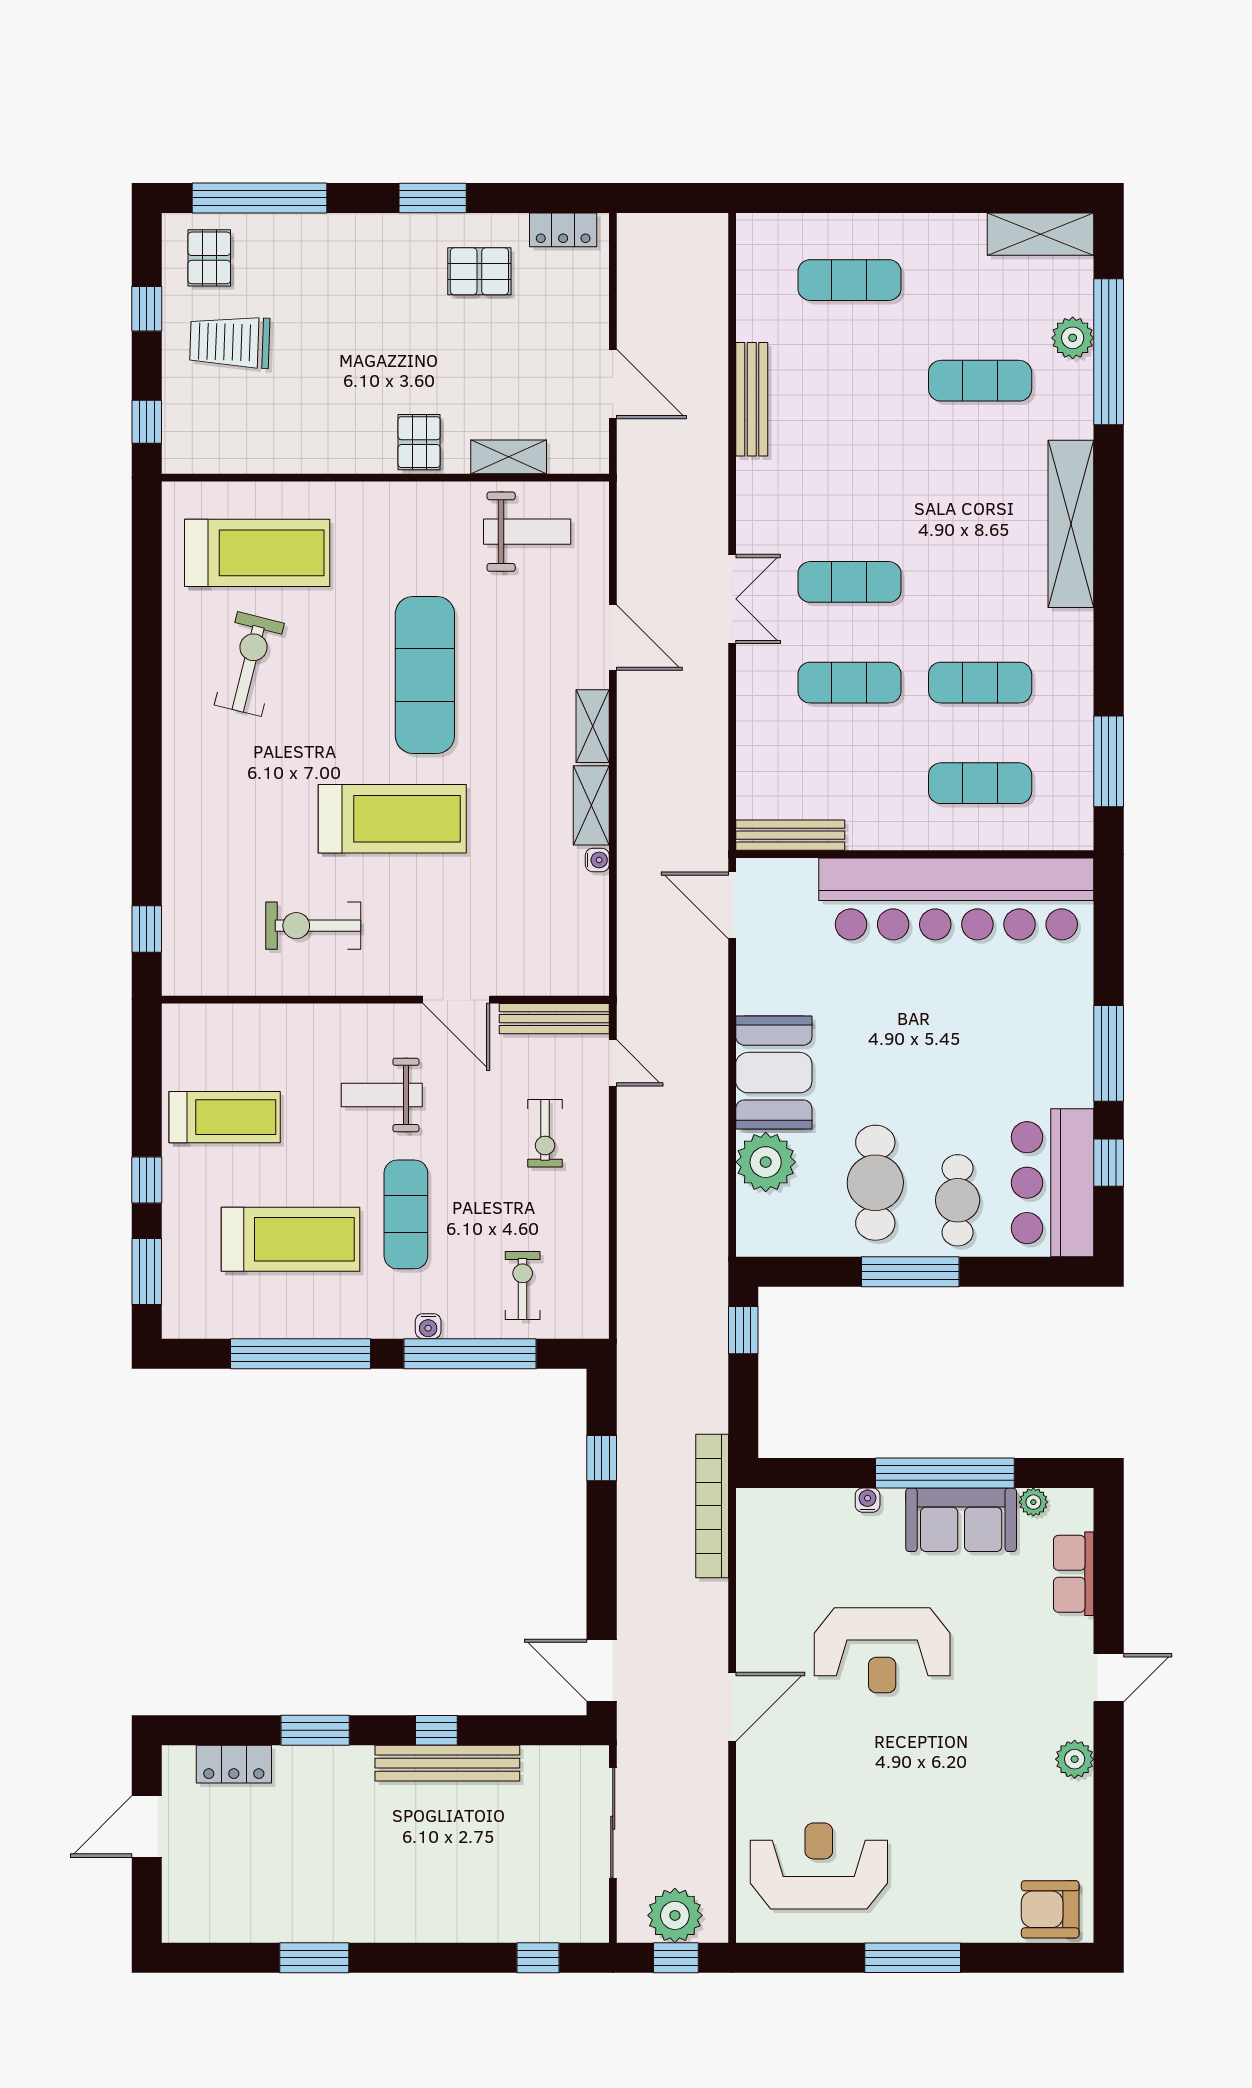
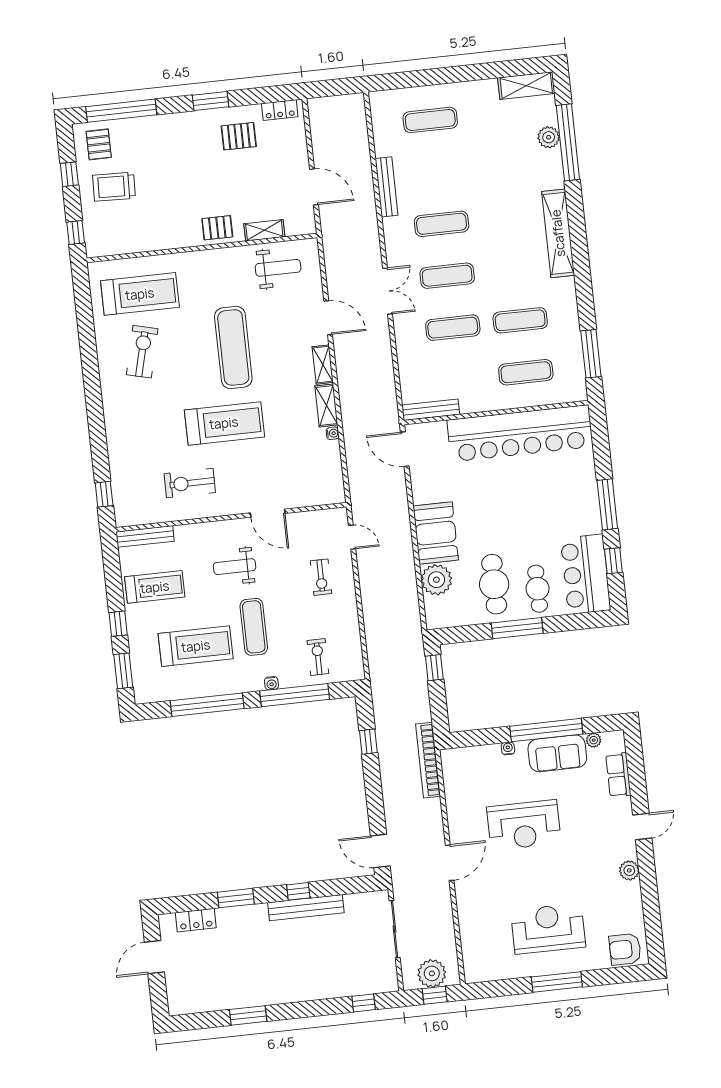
exercise mat: (980, 381) -> (442, 224), moved
pallet: (419, 442) -> (217, 228), turned 90
bench: (554, 1019) -> (145, 536), moved
reception desk: (819, 1866) -> (548, 929), moved

